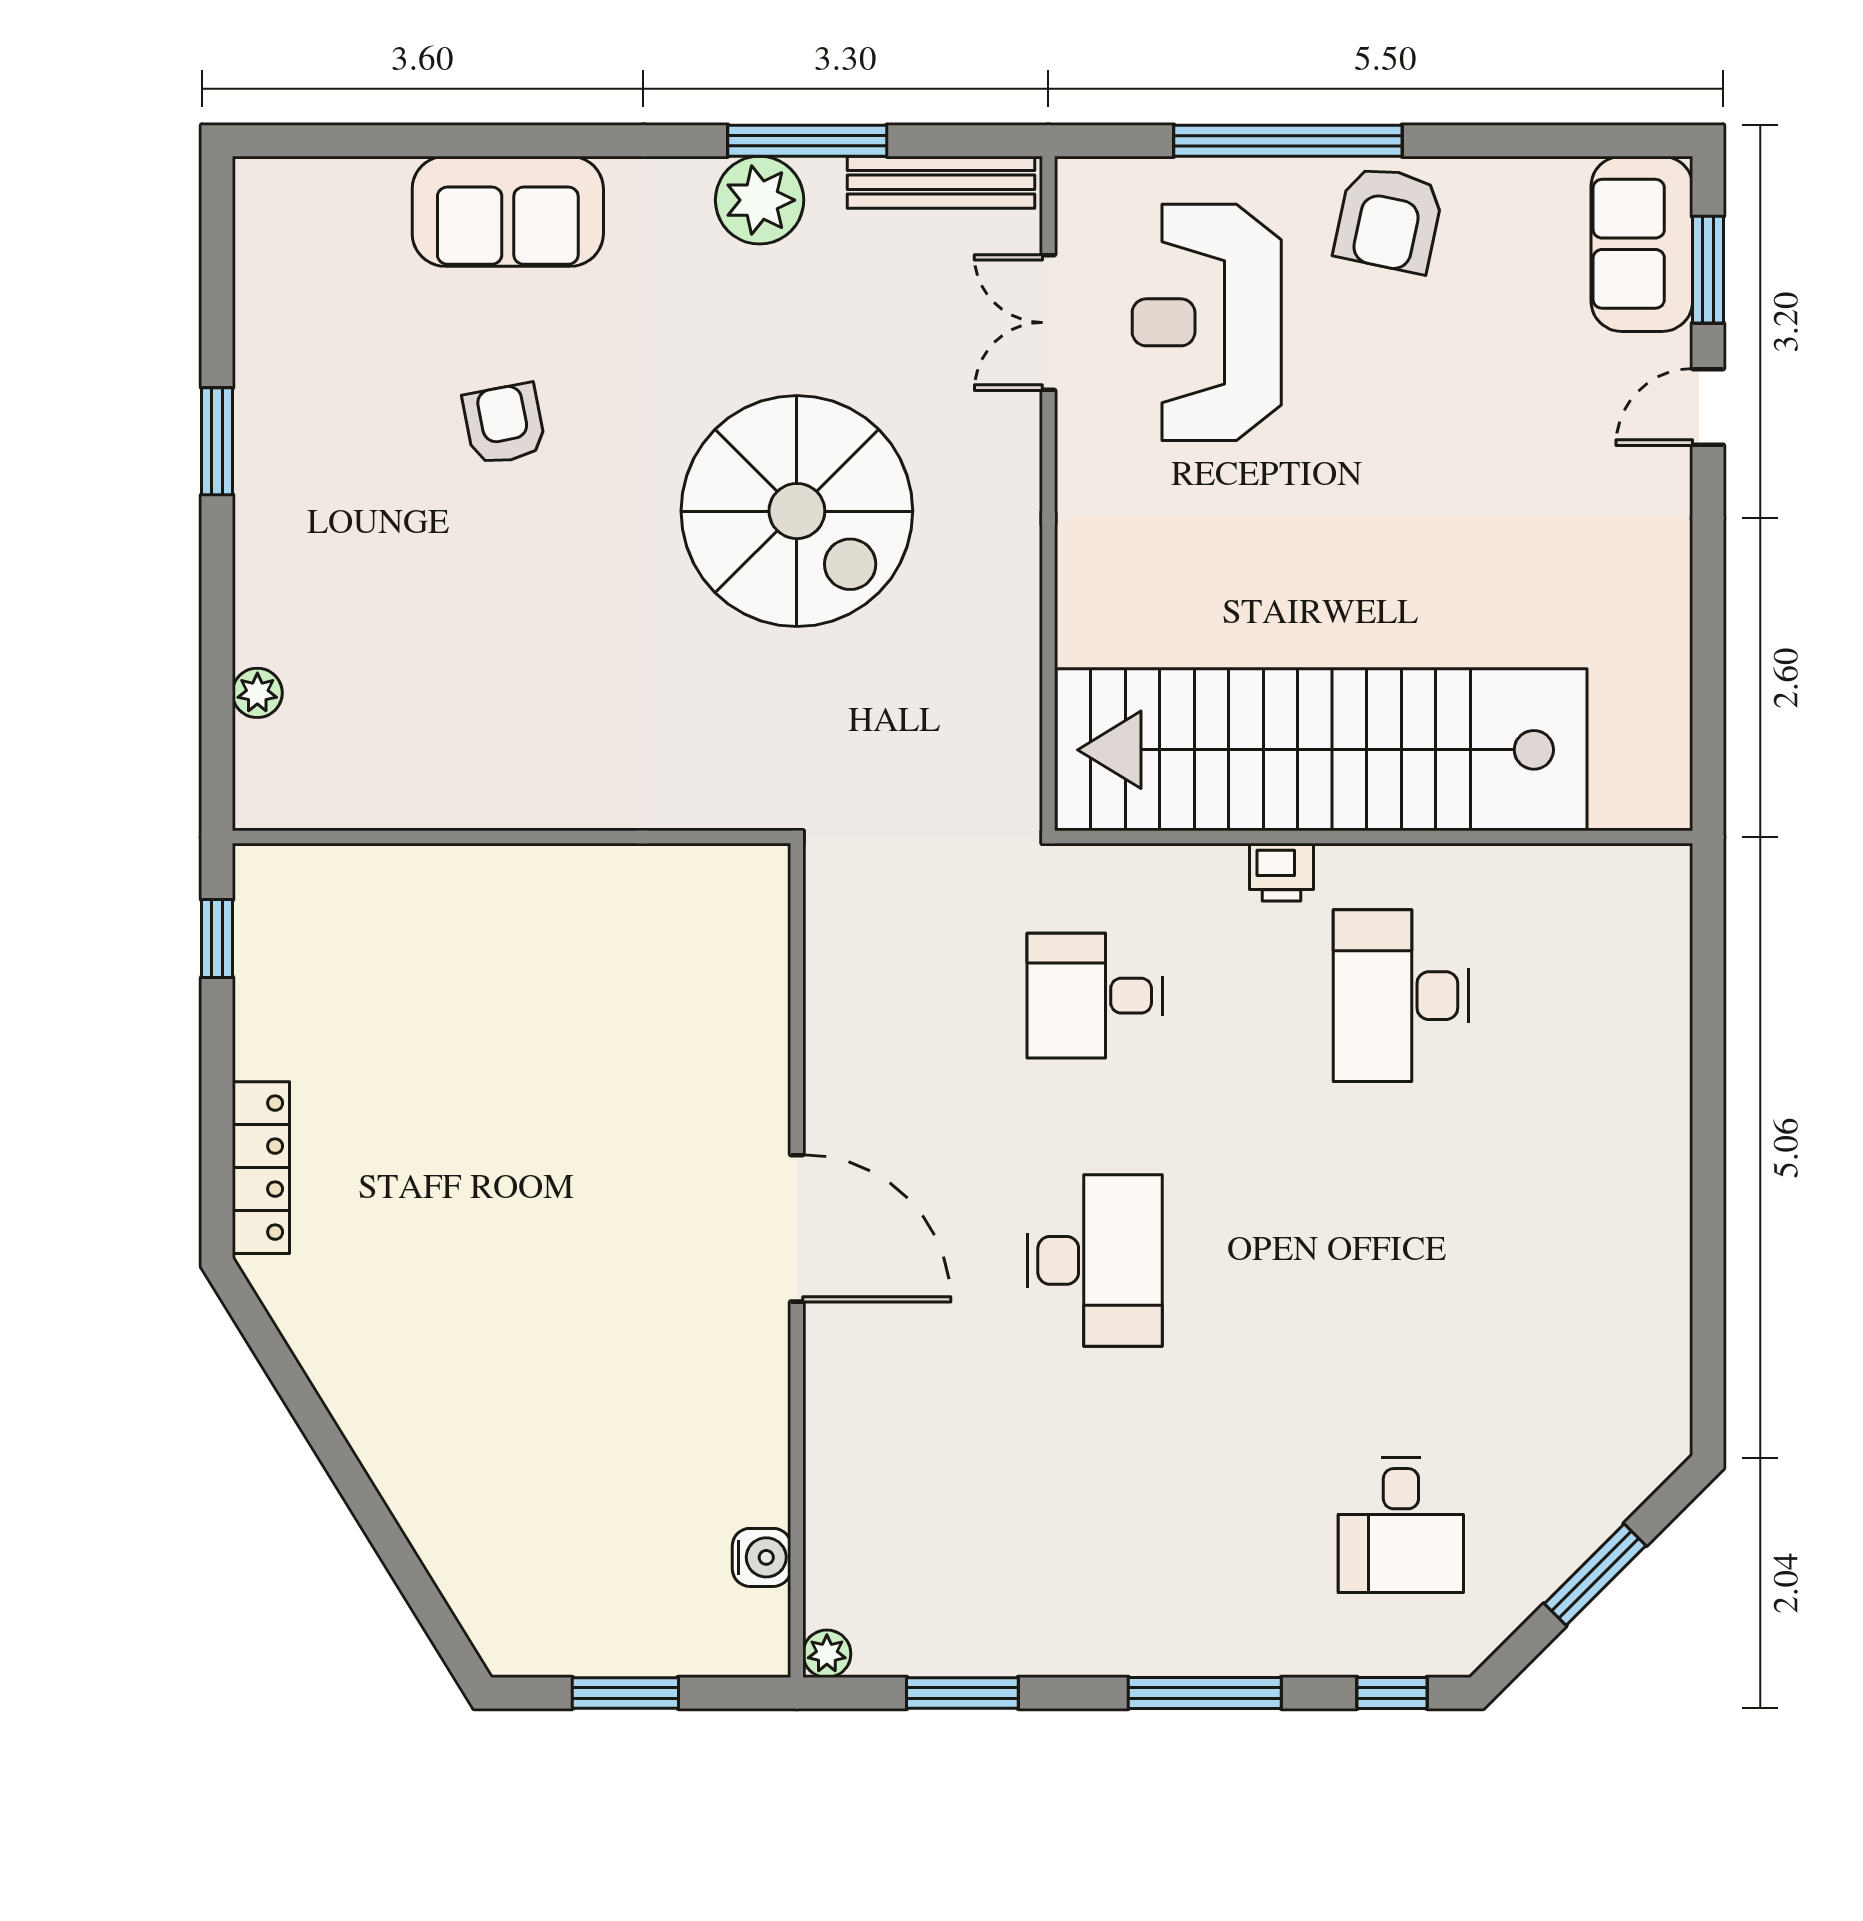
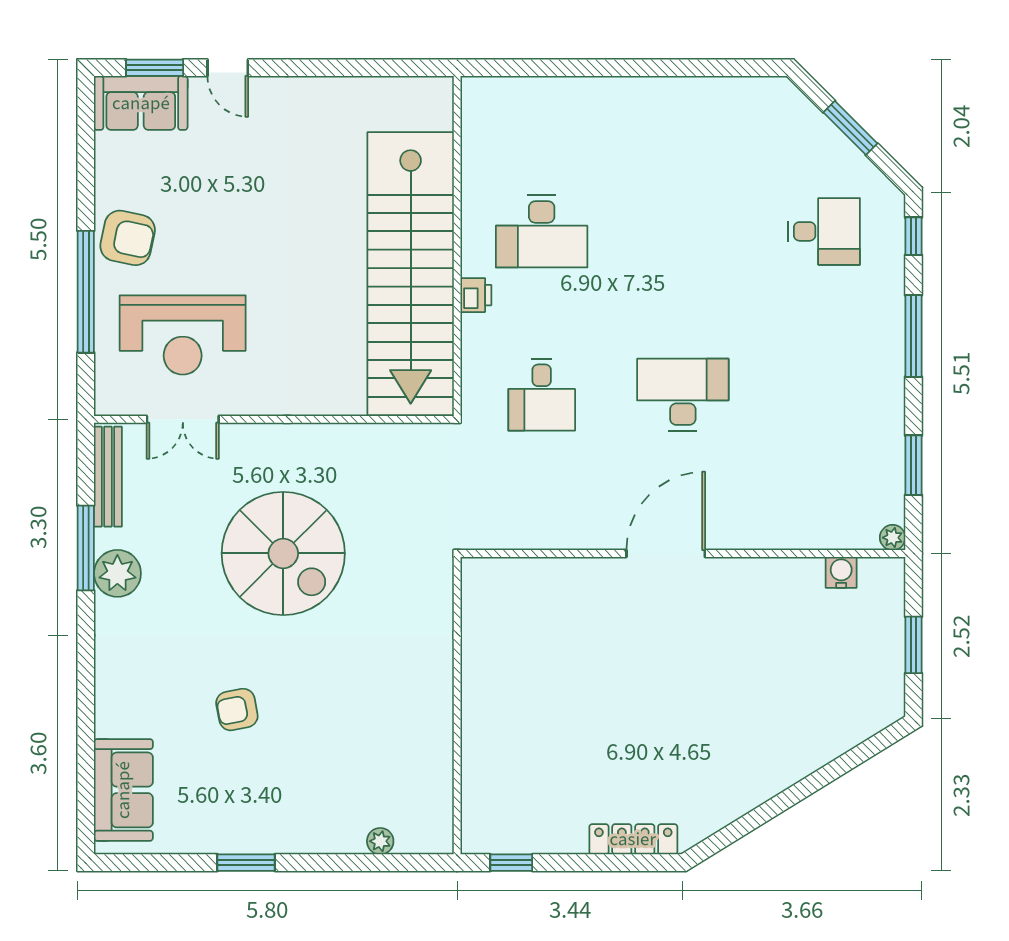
sofa: (508, 211) -> (123, 790), moved
spiral stairs: (797, 511) -> (283, 553), turned 90

